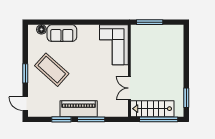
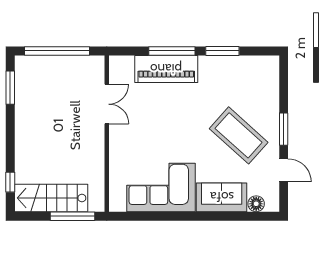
window: (186, 42) -> (10, 182), added
corner sofa: (114, 45) -> (161, 187), moved, turned -90
door: (25, 104) -> (284, 170), moved
piano: (79, 109) -> (166, 69), moved
stairs: (152, 109) -> (51, 198), moved, turned 180

